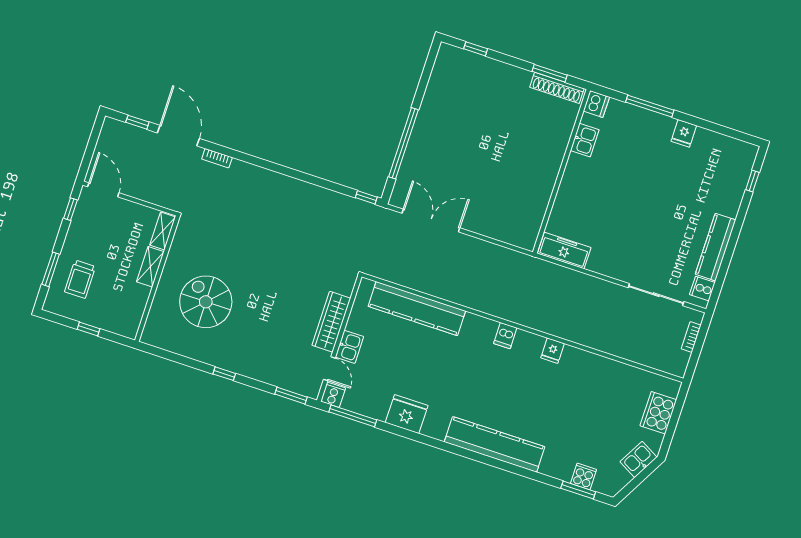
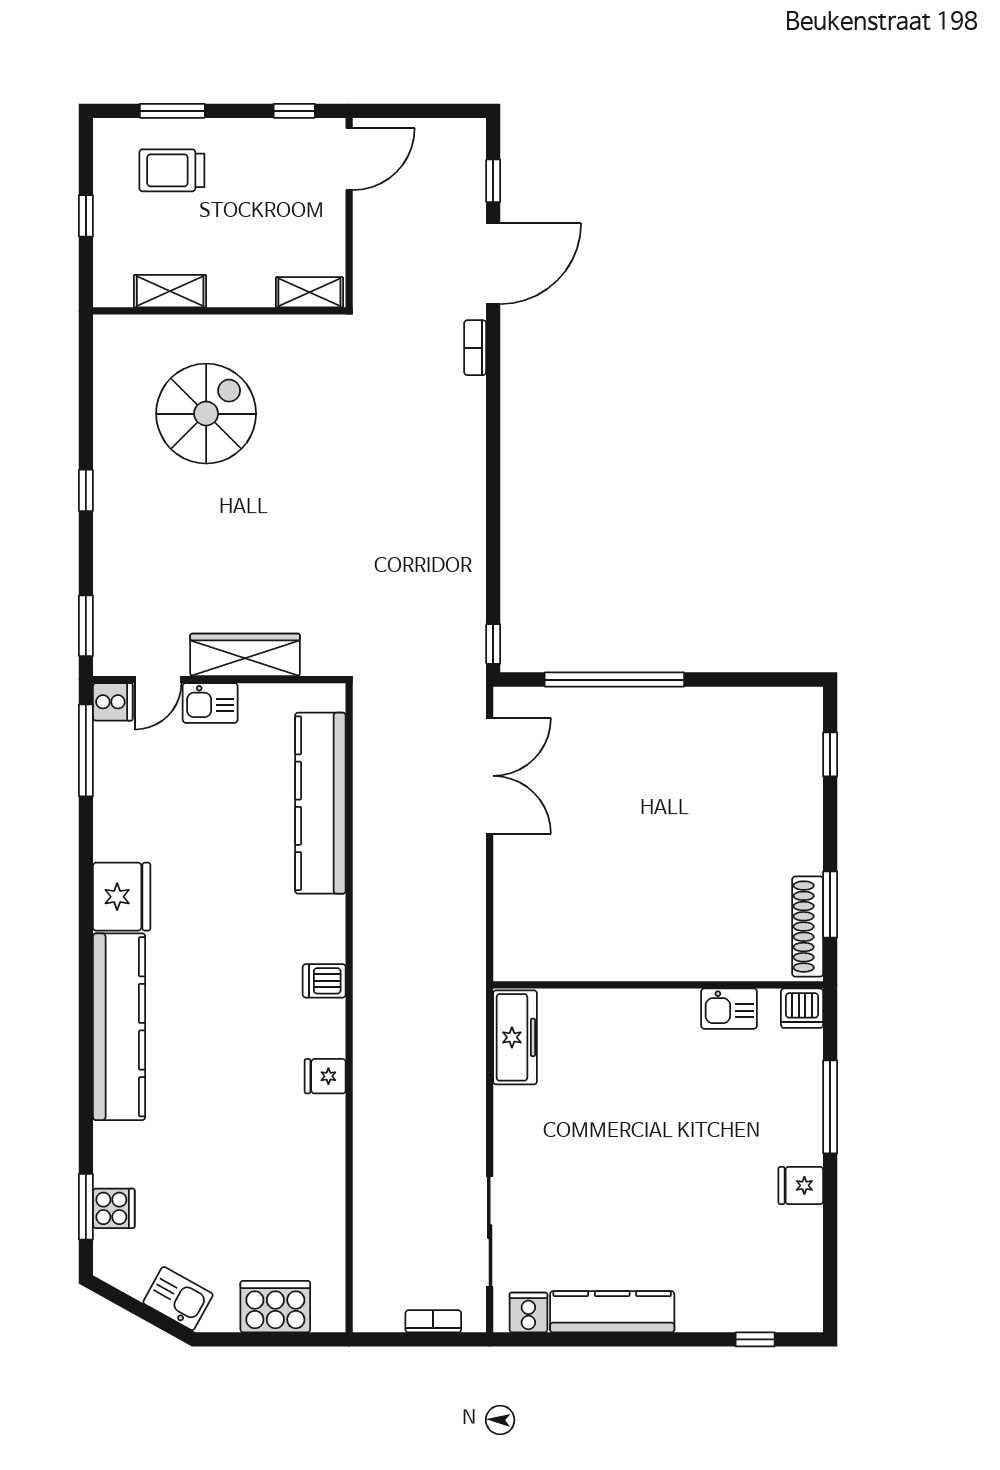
shelving: (150, 267) -> (170, 291), moved
fridge: (407, 414) -> (122, 897), moved

